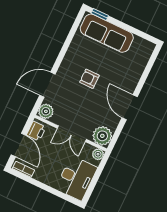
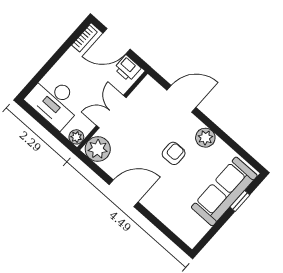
window: (100, 14) -> (240, 201), moved
door: (47, 85) -> (181, 99), hinge flipped
plant: (46, 111) -> (205, 138), moved

